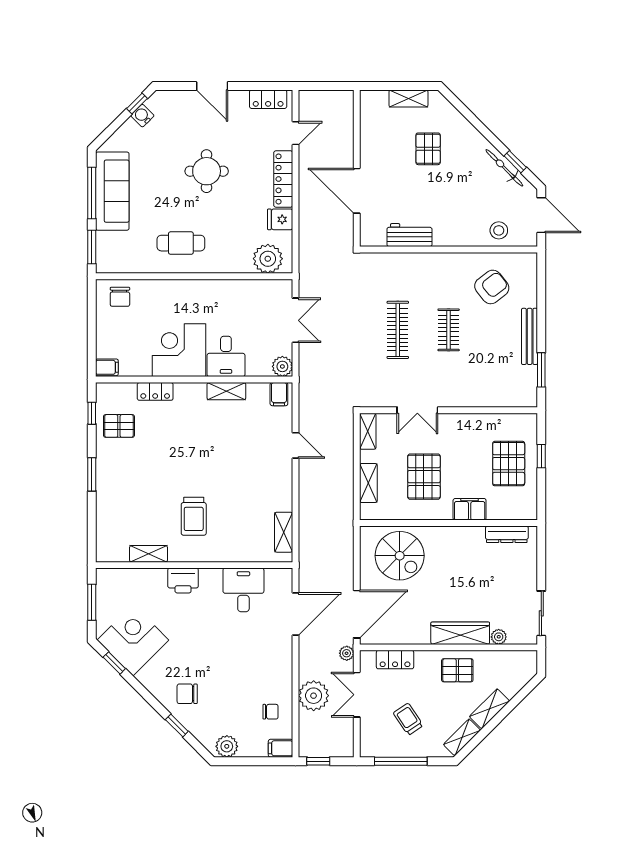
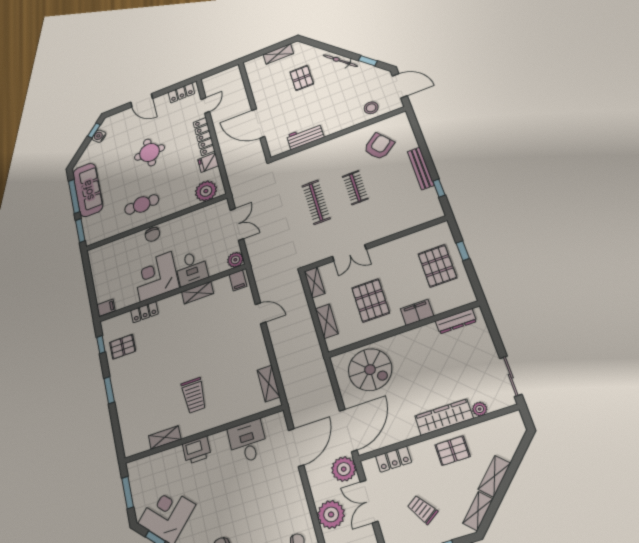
bicycle: (504, 168) -> (340, 61), moved
chair: (120, 297) -> (152, 234), moved
window: (541, 370) -> (439, 188), width x0.67
plant: (347, 653) -> (344, 469), width x1.87, depth x1.87

